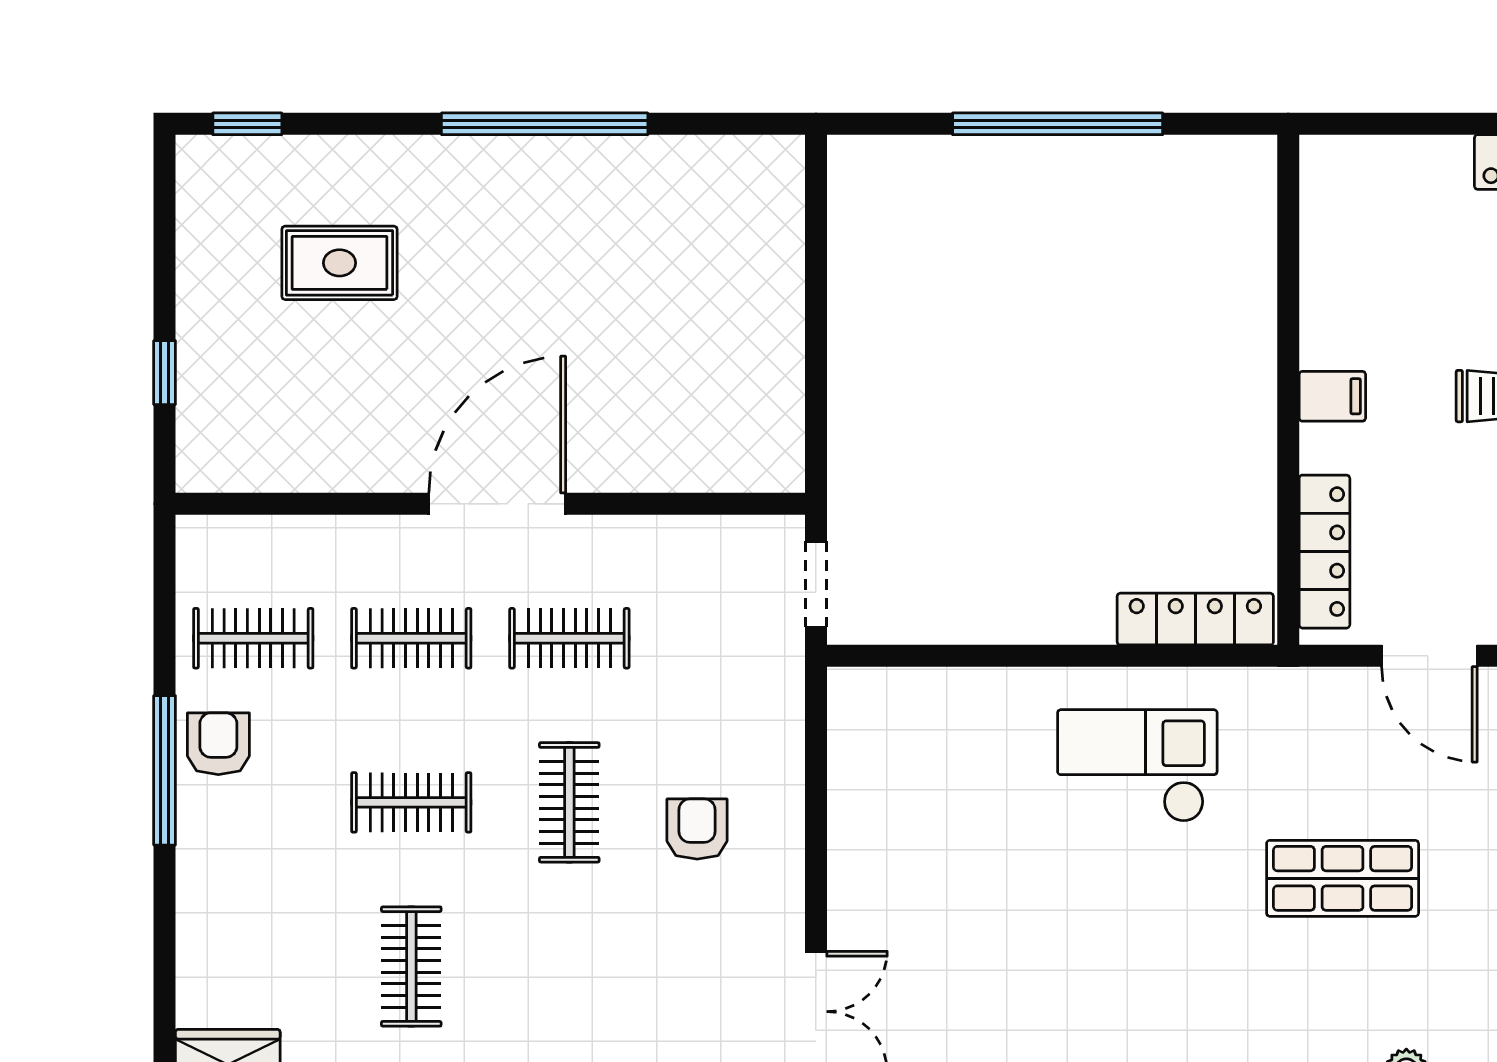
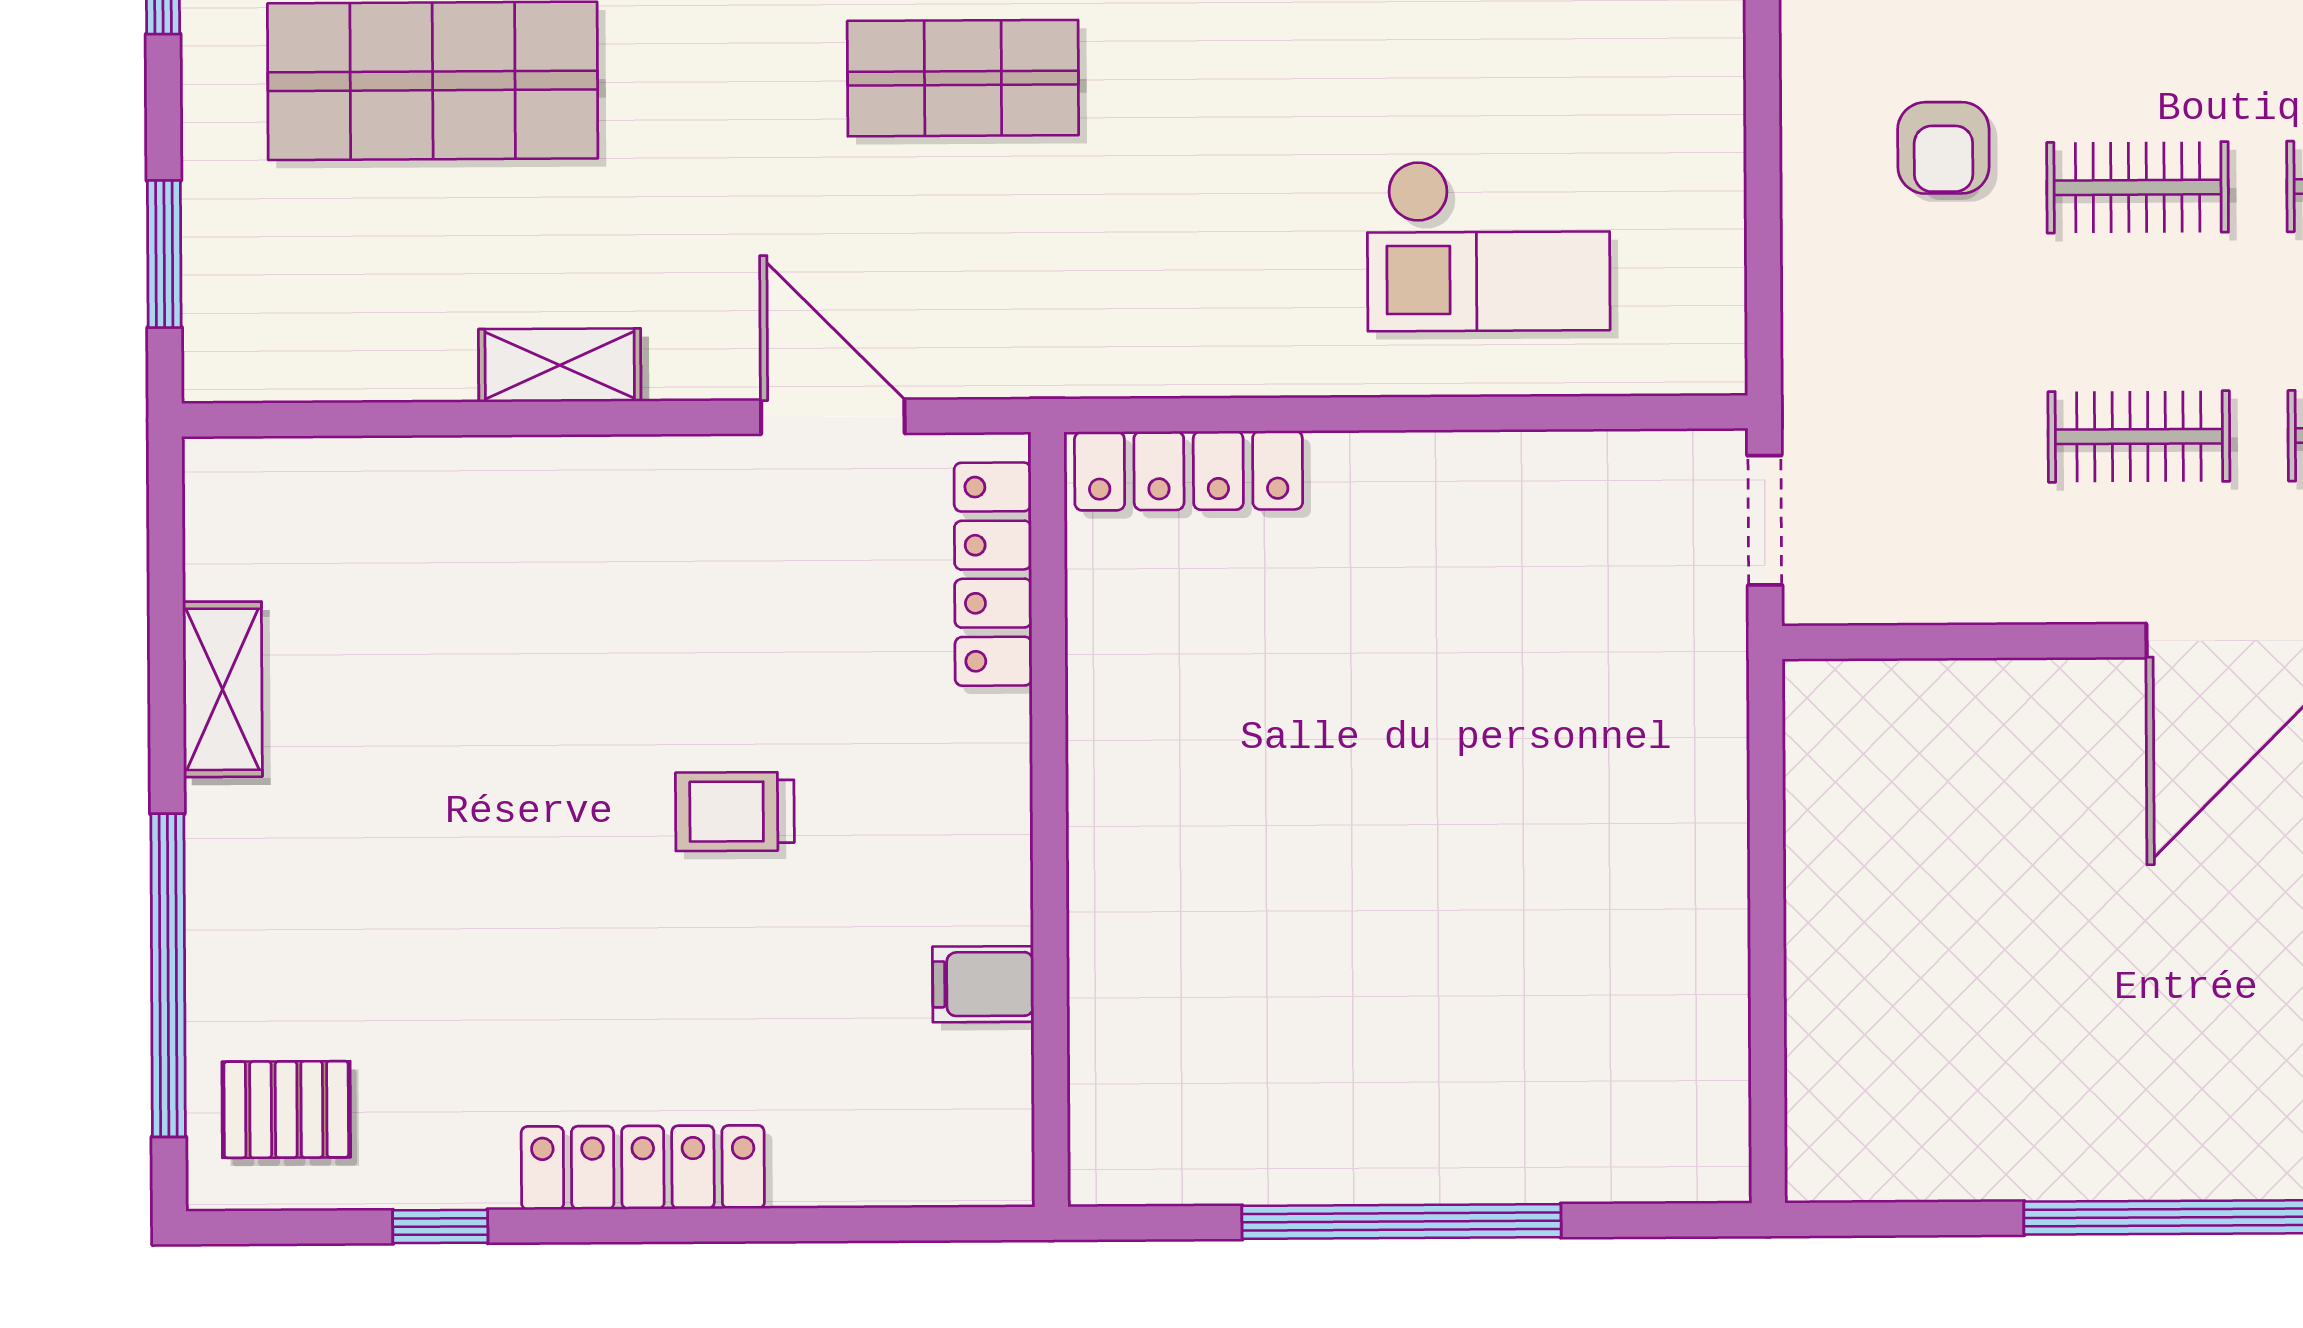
filing cabinet: (1332, 396) -> (983, 984), moved
checkout: (1137, 766) -> (1489, 246), moved
clothes rail: (569, 802) -> (2138, 187), turned 90

